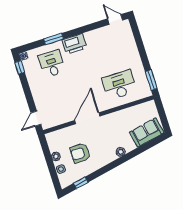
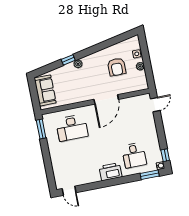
window: (54, 39) -> (150, 175), moved
sofa: (147, 132) -> (45, 90), moved, turned -79
armchair: (80, 153) -> (117, 67), turned 90
window: (81, 183) -> (68, 60), moved

